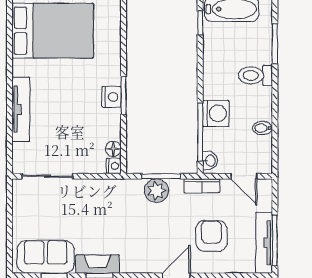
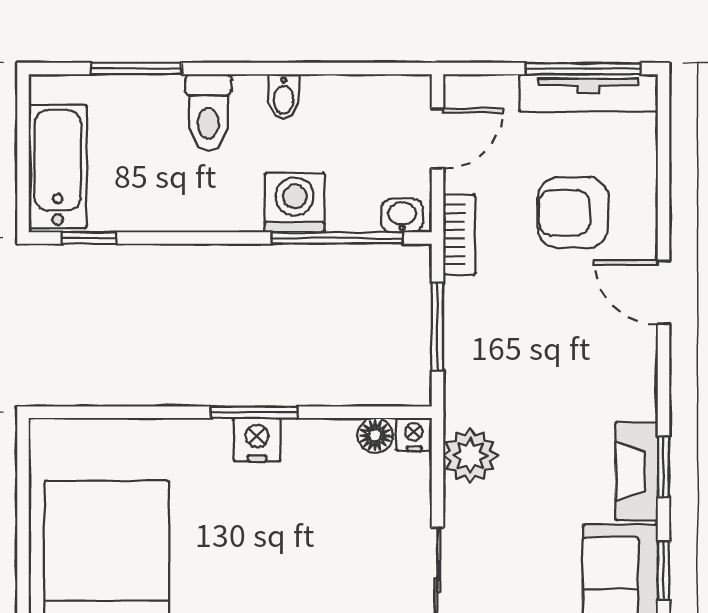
bidet: (262, 128) -> (284, 97), moved
plant: (157, 191) -> (470, 456), moved

